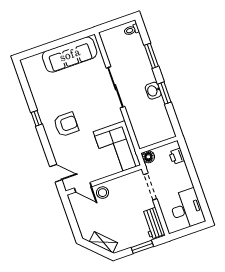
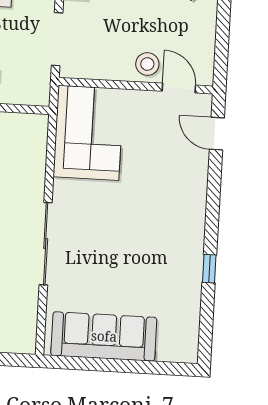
window: (37, 118) -> (209, 269), moved
armchair: (66, 124) -> (162, 214), removed
floor lamp: (148, 157) -> (38, 94), removed

